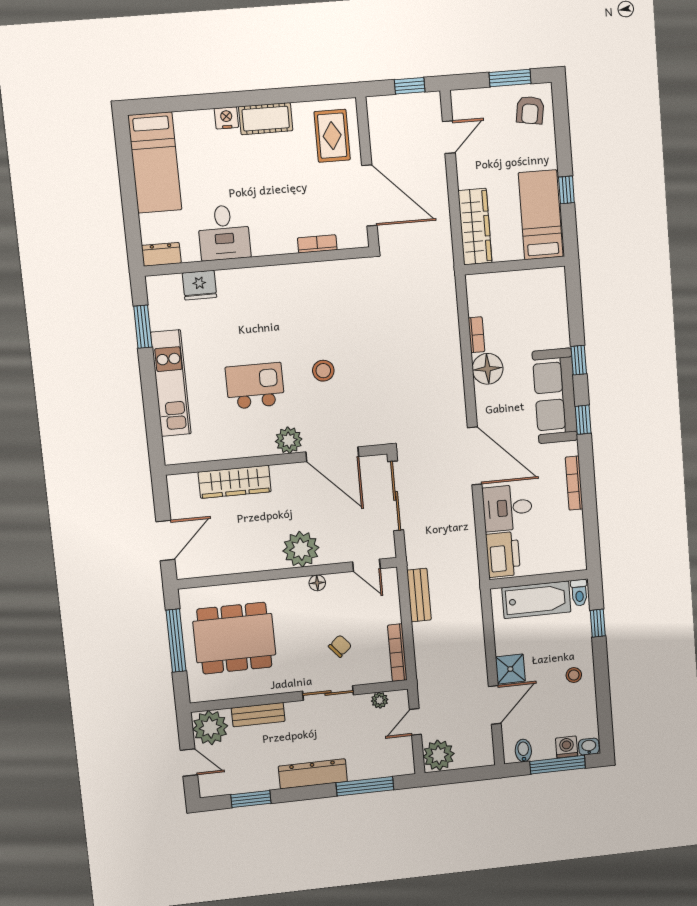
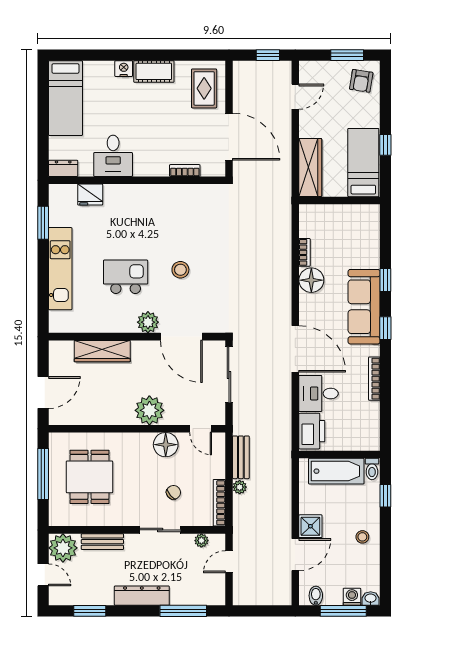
floor lamp: (317, 583) -> (166, 445), width x1.89, depth x1.89
dining table: (234, 638) -> (89, 477), width x0.73
plant: (439, 755) -> (240, 487), moved, width x0.53, depth x0.53

